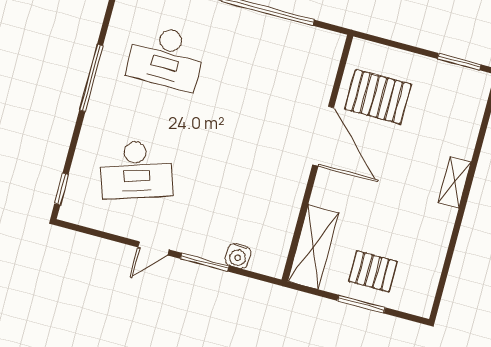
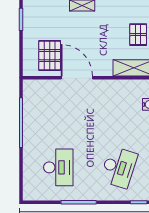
door: (323, 136) -> (77, 78), hinge flipped
desk: (136, 170) -> (119, 167), turned 36

